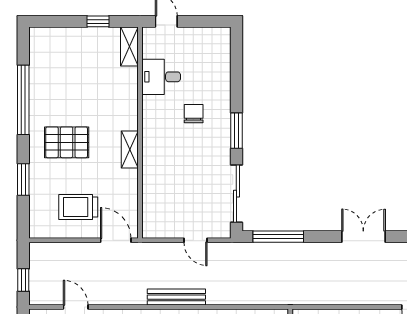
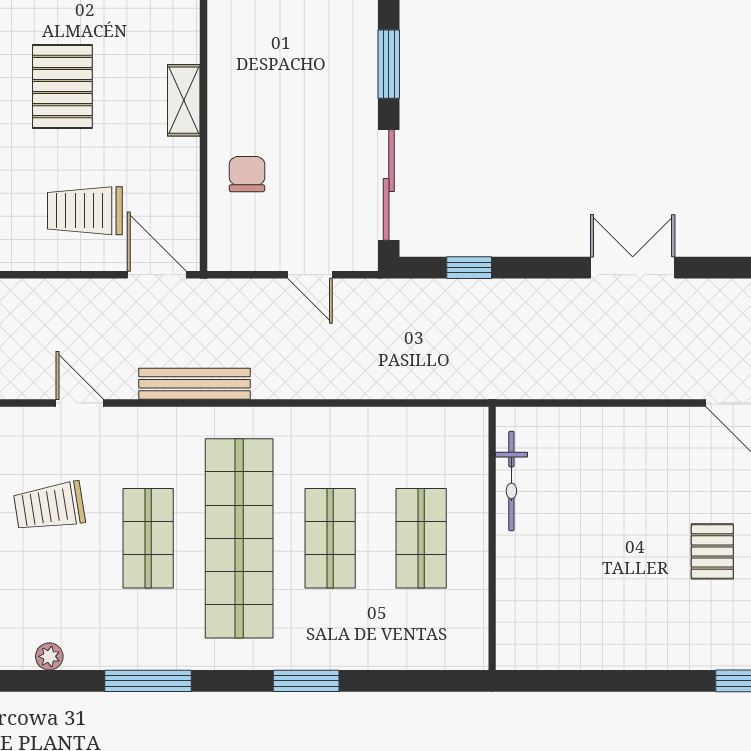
chair: (194, 114) -> (247, 174), moved
pallet: (67, 142) -> (62, 87), turned 90
window: (278, 237) -> (469, 268), width x0.46
bench: (176, 297) -> (195, 384), moved

